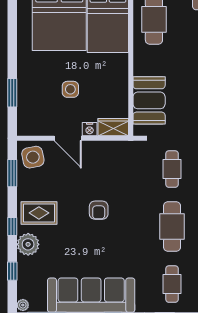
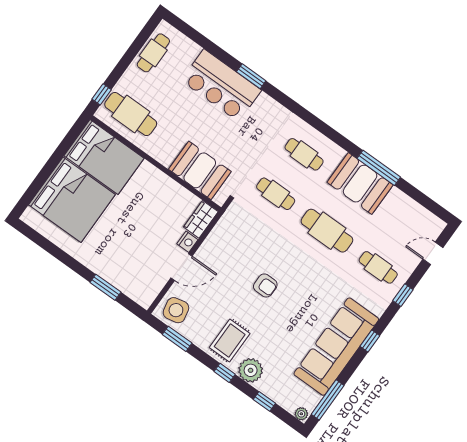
side table: (70, 89) -> (140, 233), removed

